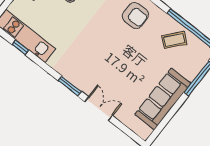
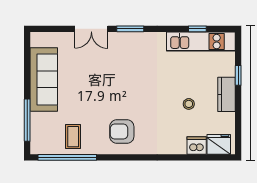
coffee table: (174, 40) -> (73, 137), turned -40

